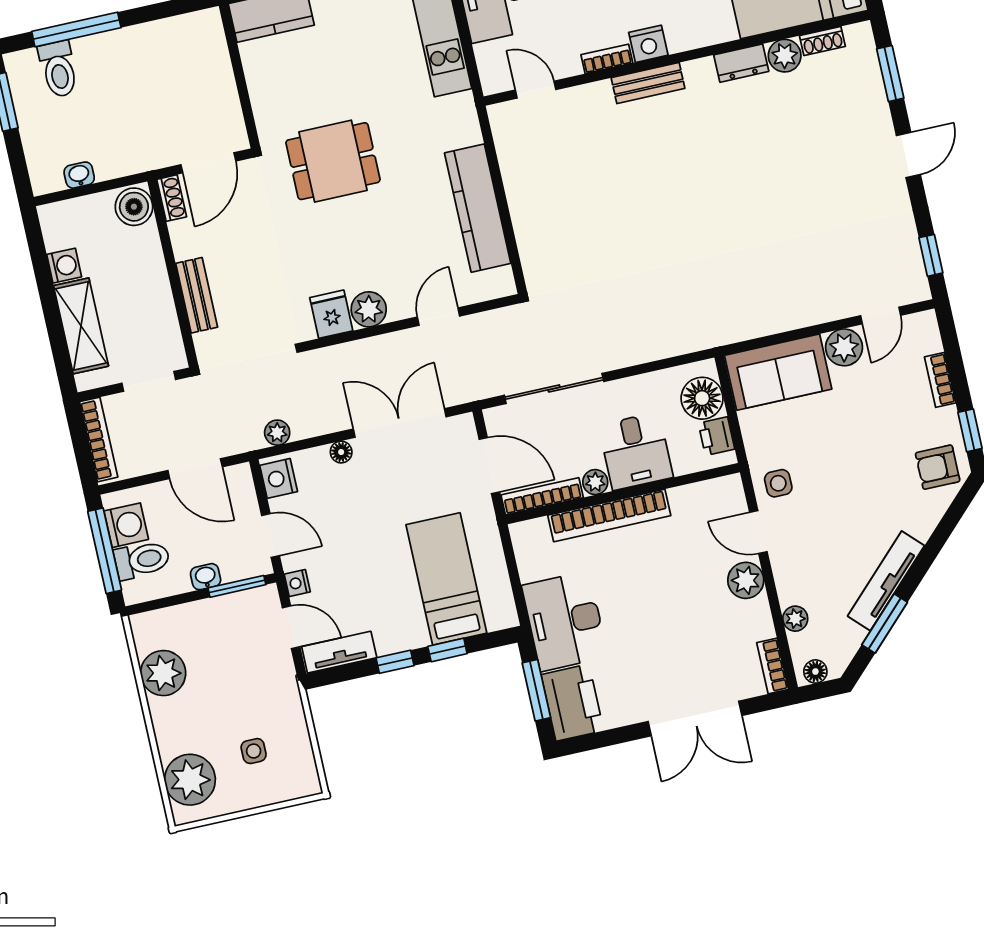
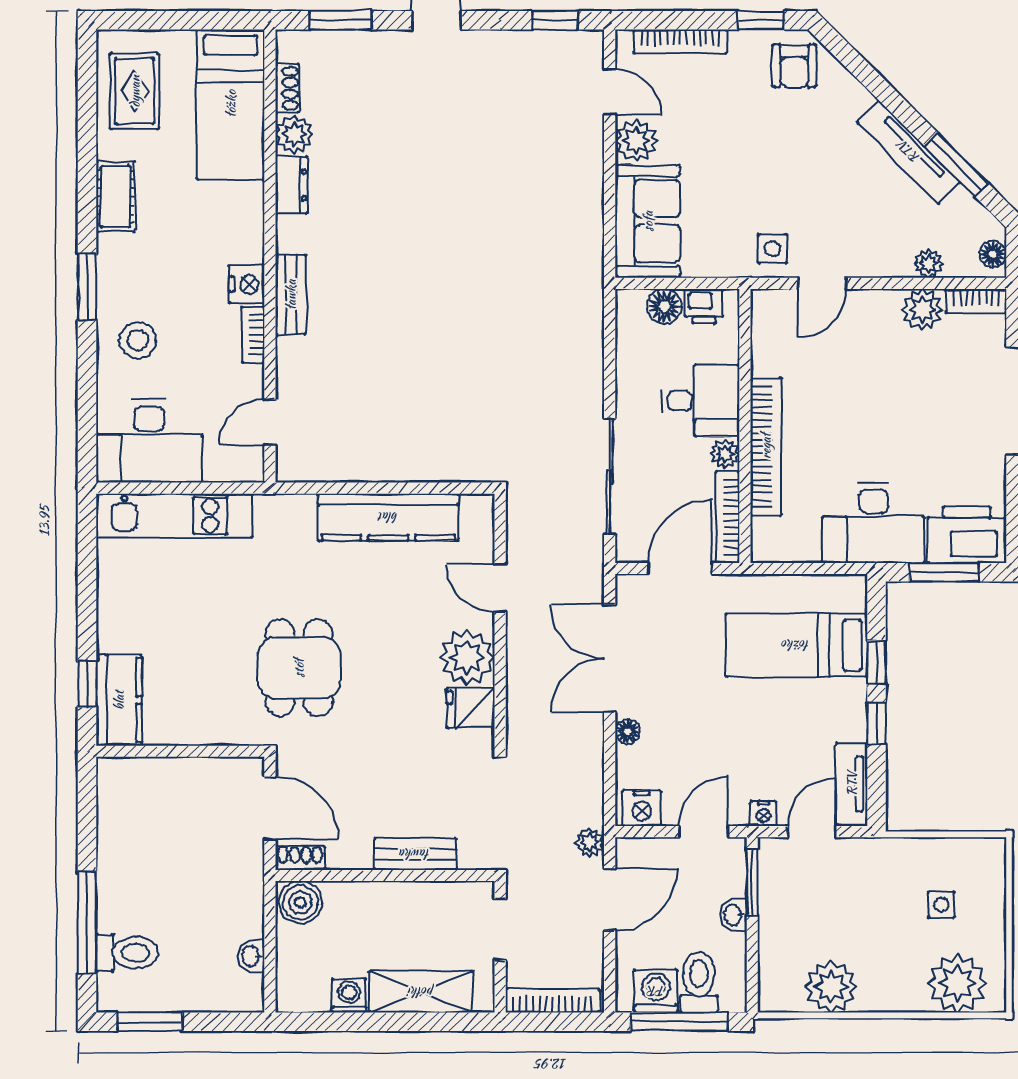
plant: (369, 309) -> (467, 657), width x1.36, depth x1.36
bookcase: (940, 380) -> (680, 41), width x1.56
floor lamp: (702, 398) -> (664, 306), width x0.73, depth x0.73
plant: (277, 433) -> (590, 842), moved
plant: (746, 580) -> (922, 310), moved

